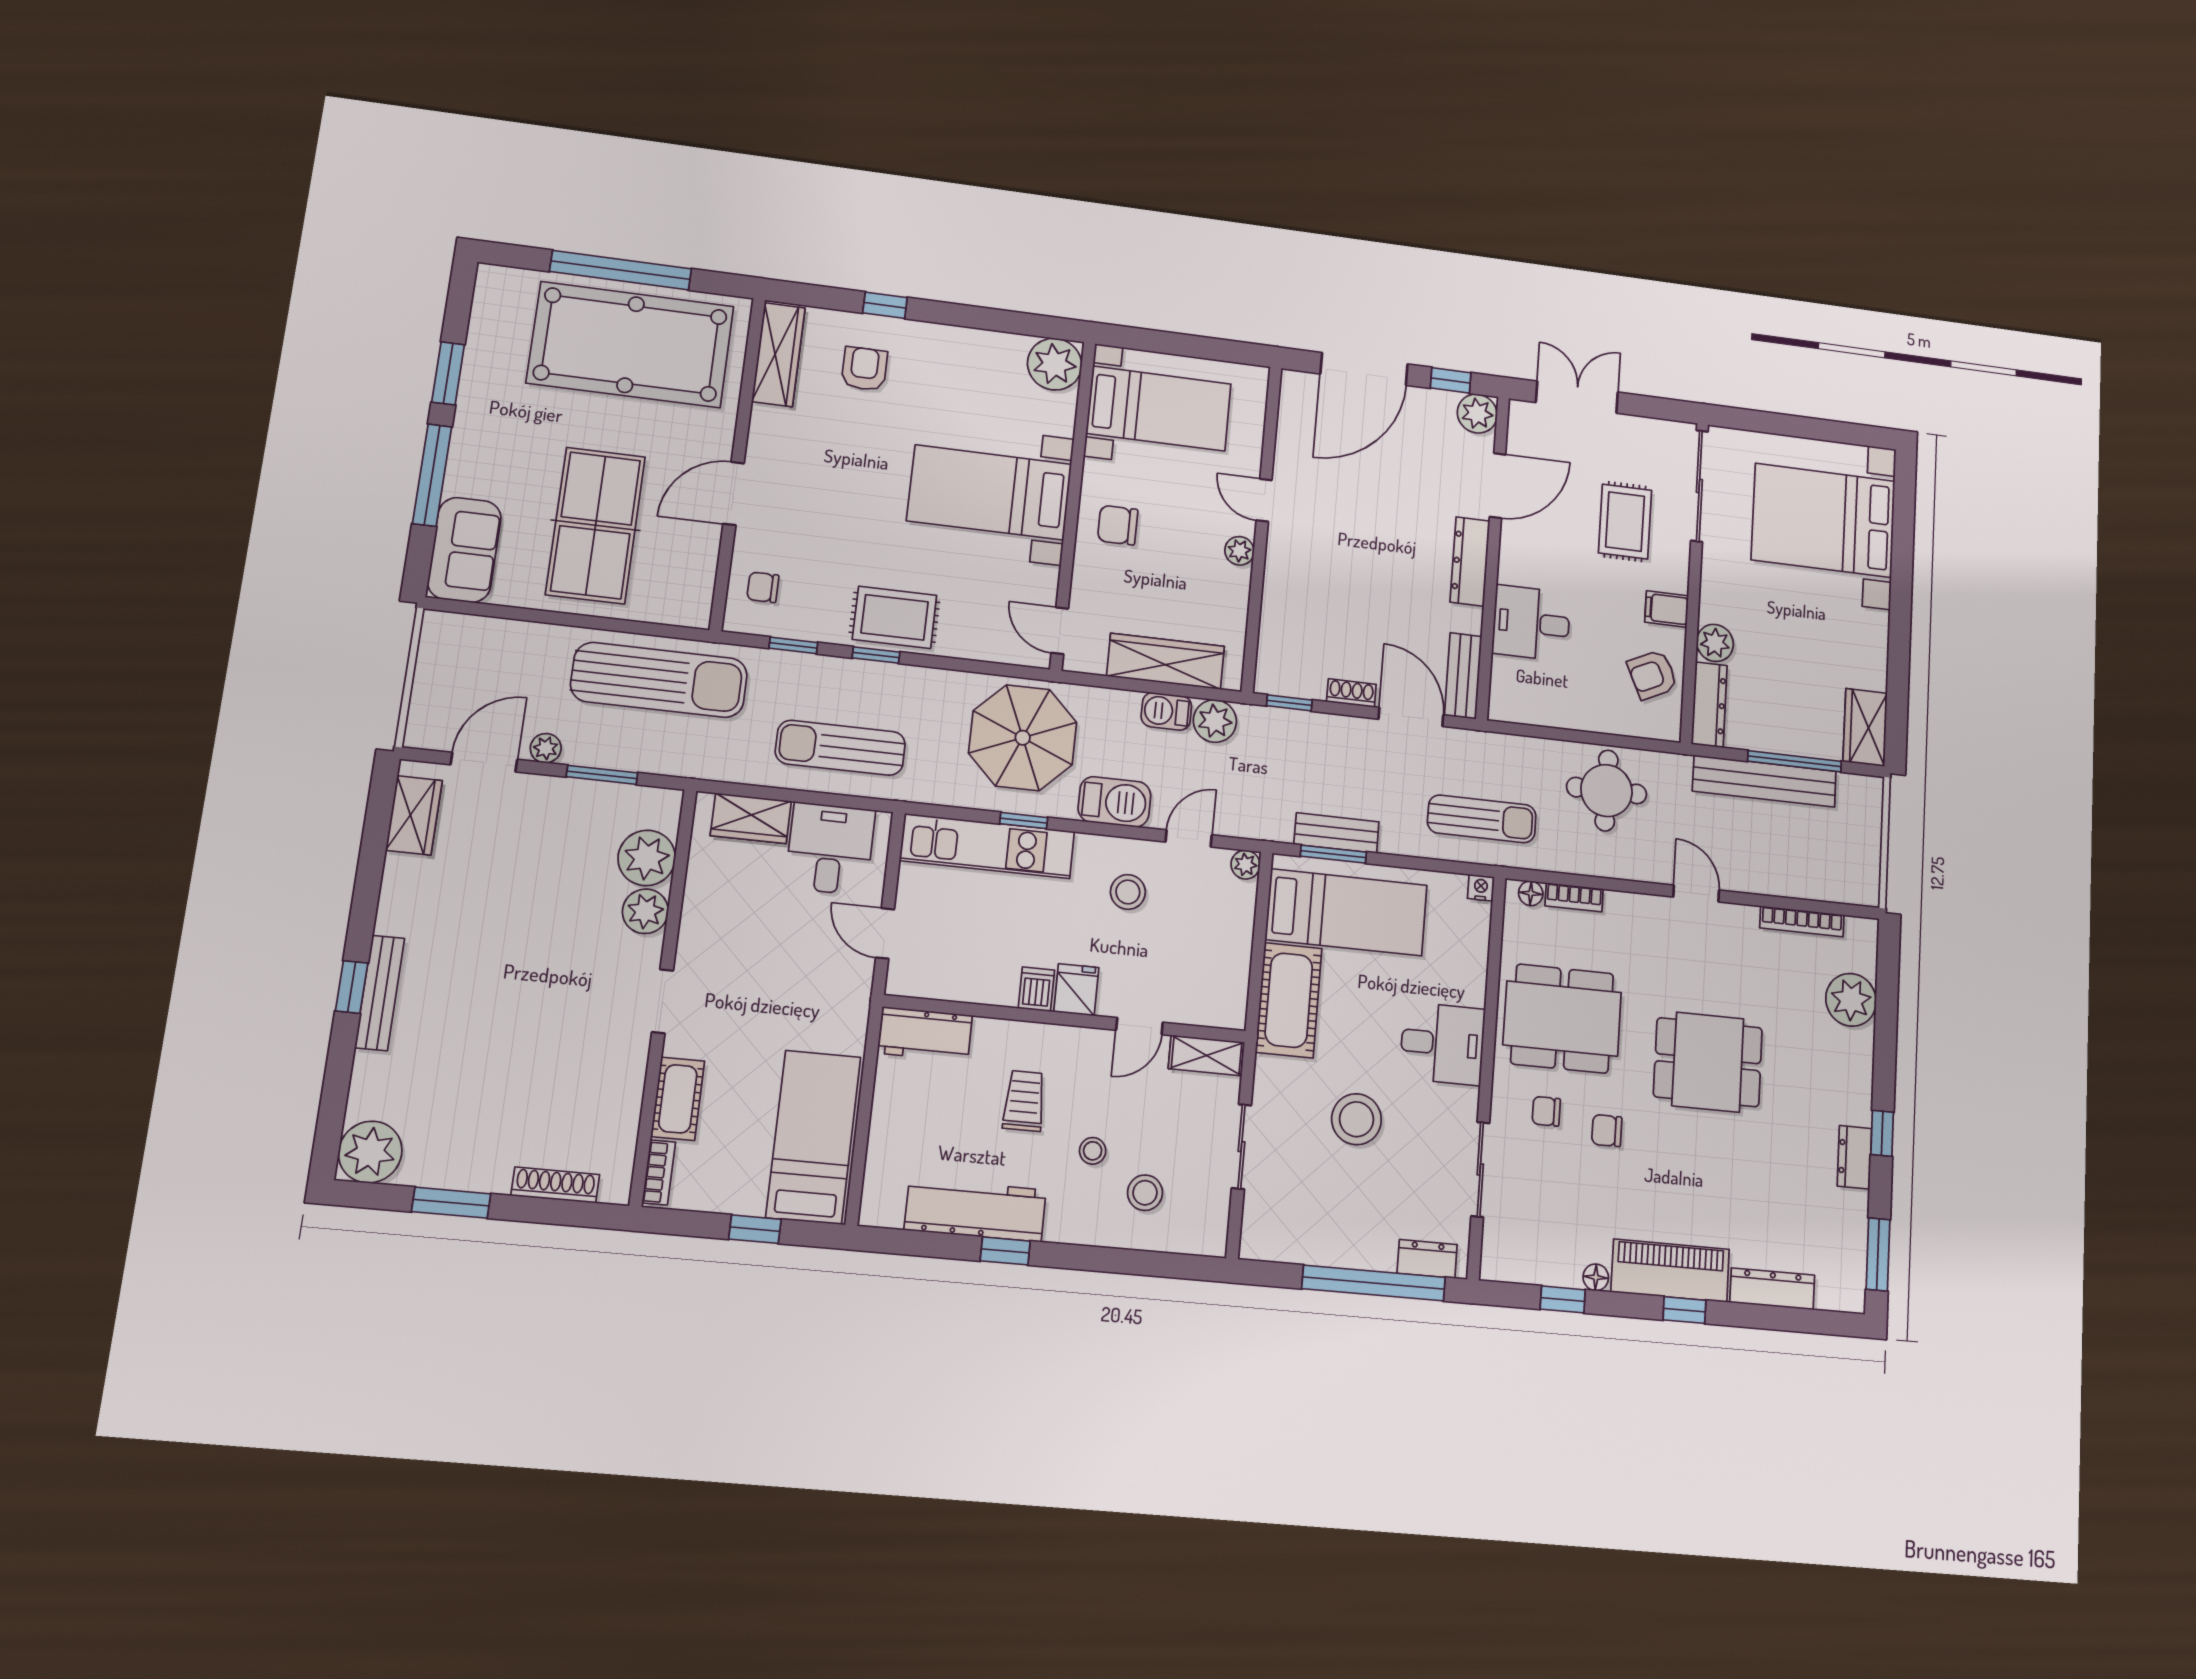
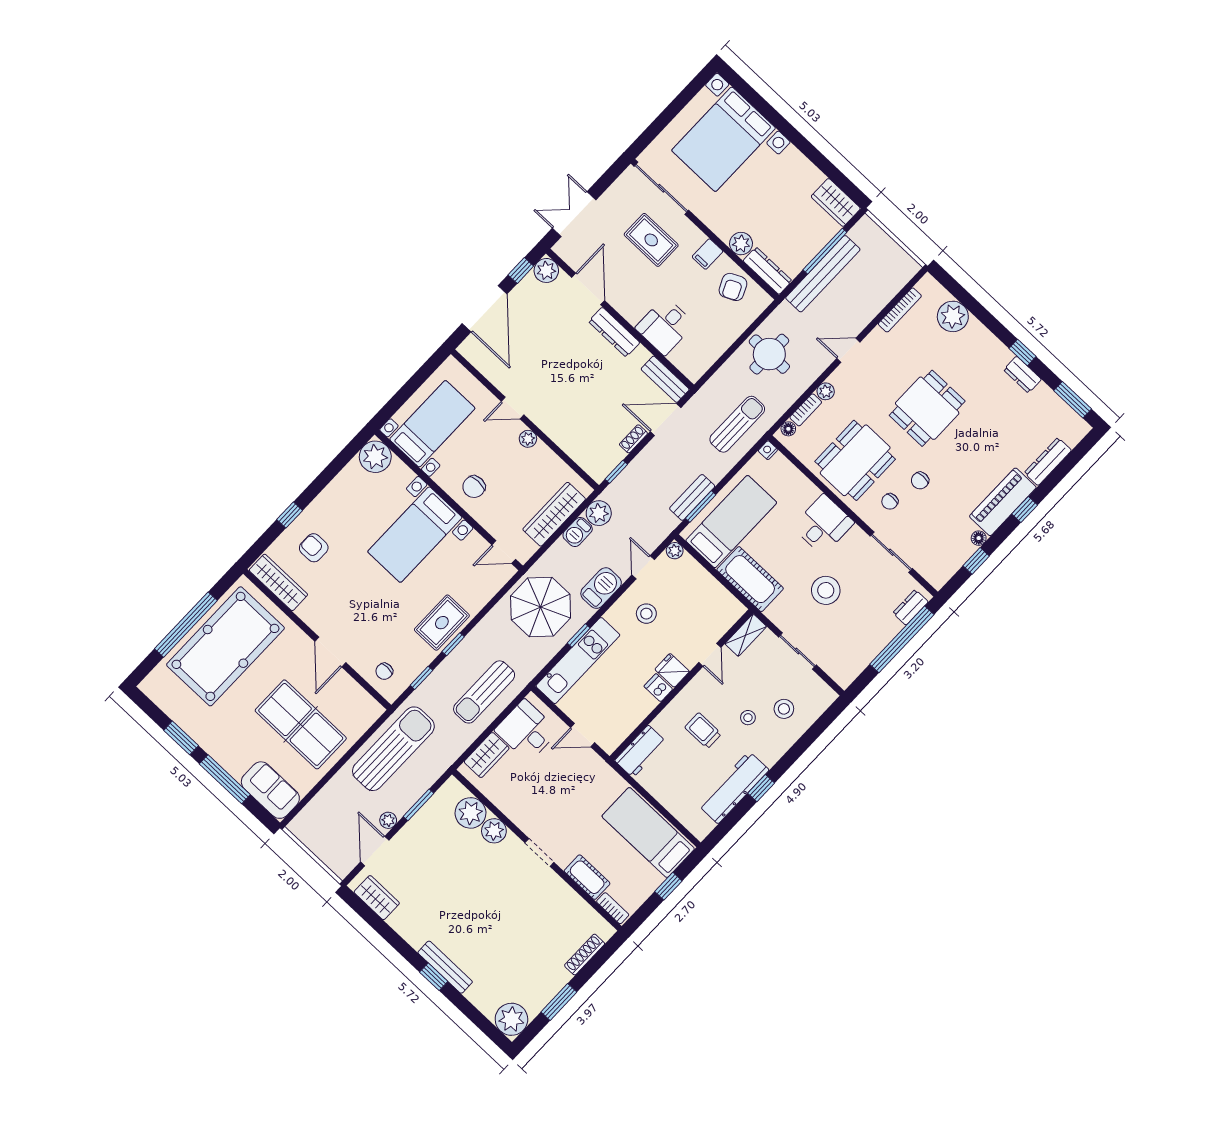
plant: (1619, 905) -> (826, 391), added

